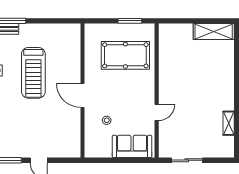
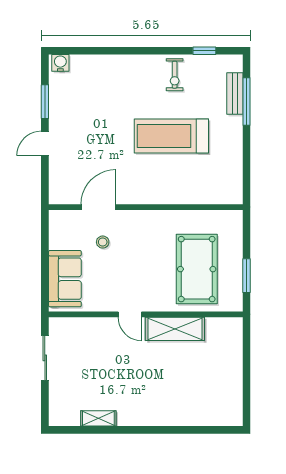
shelving: (214, 32) -> (175, 329), moved, turned 90
door: (83, 95) -> (98, 207), moved
door: (157, 112) -> (130, 314), moved

